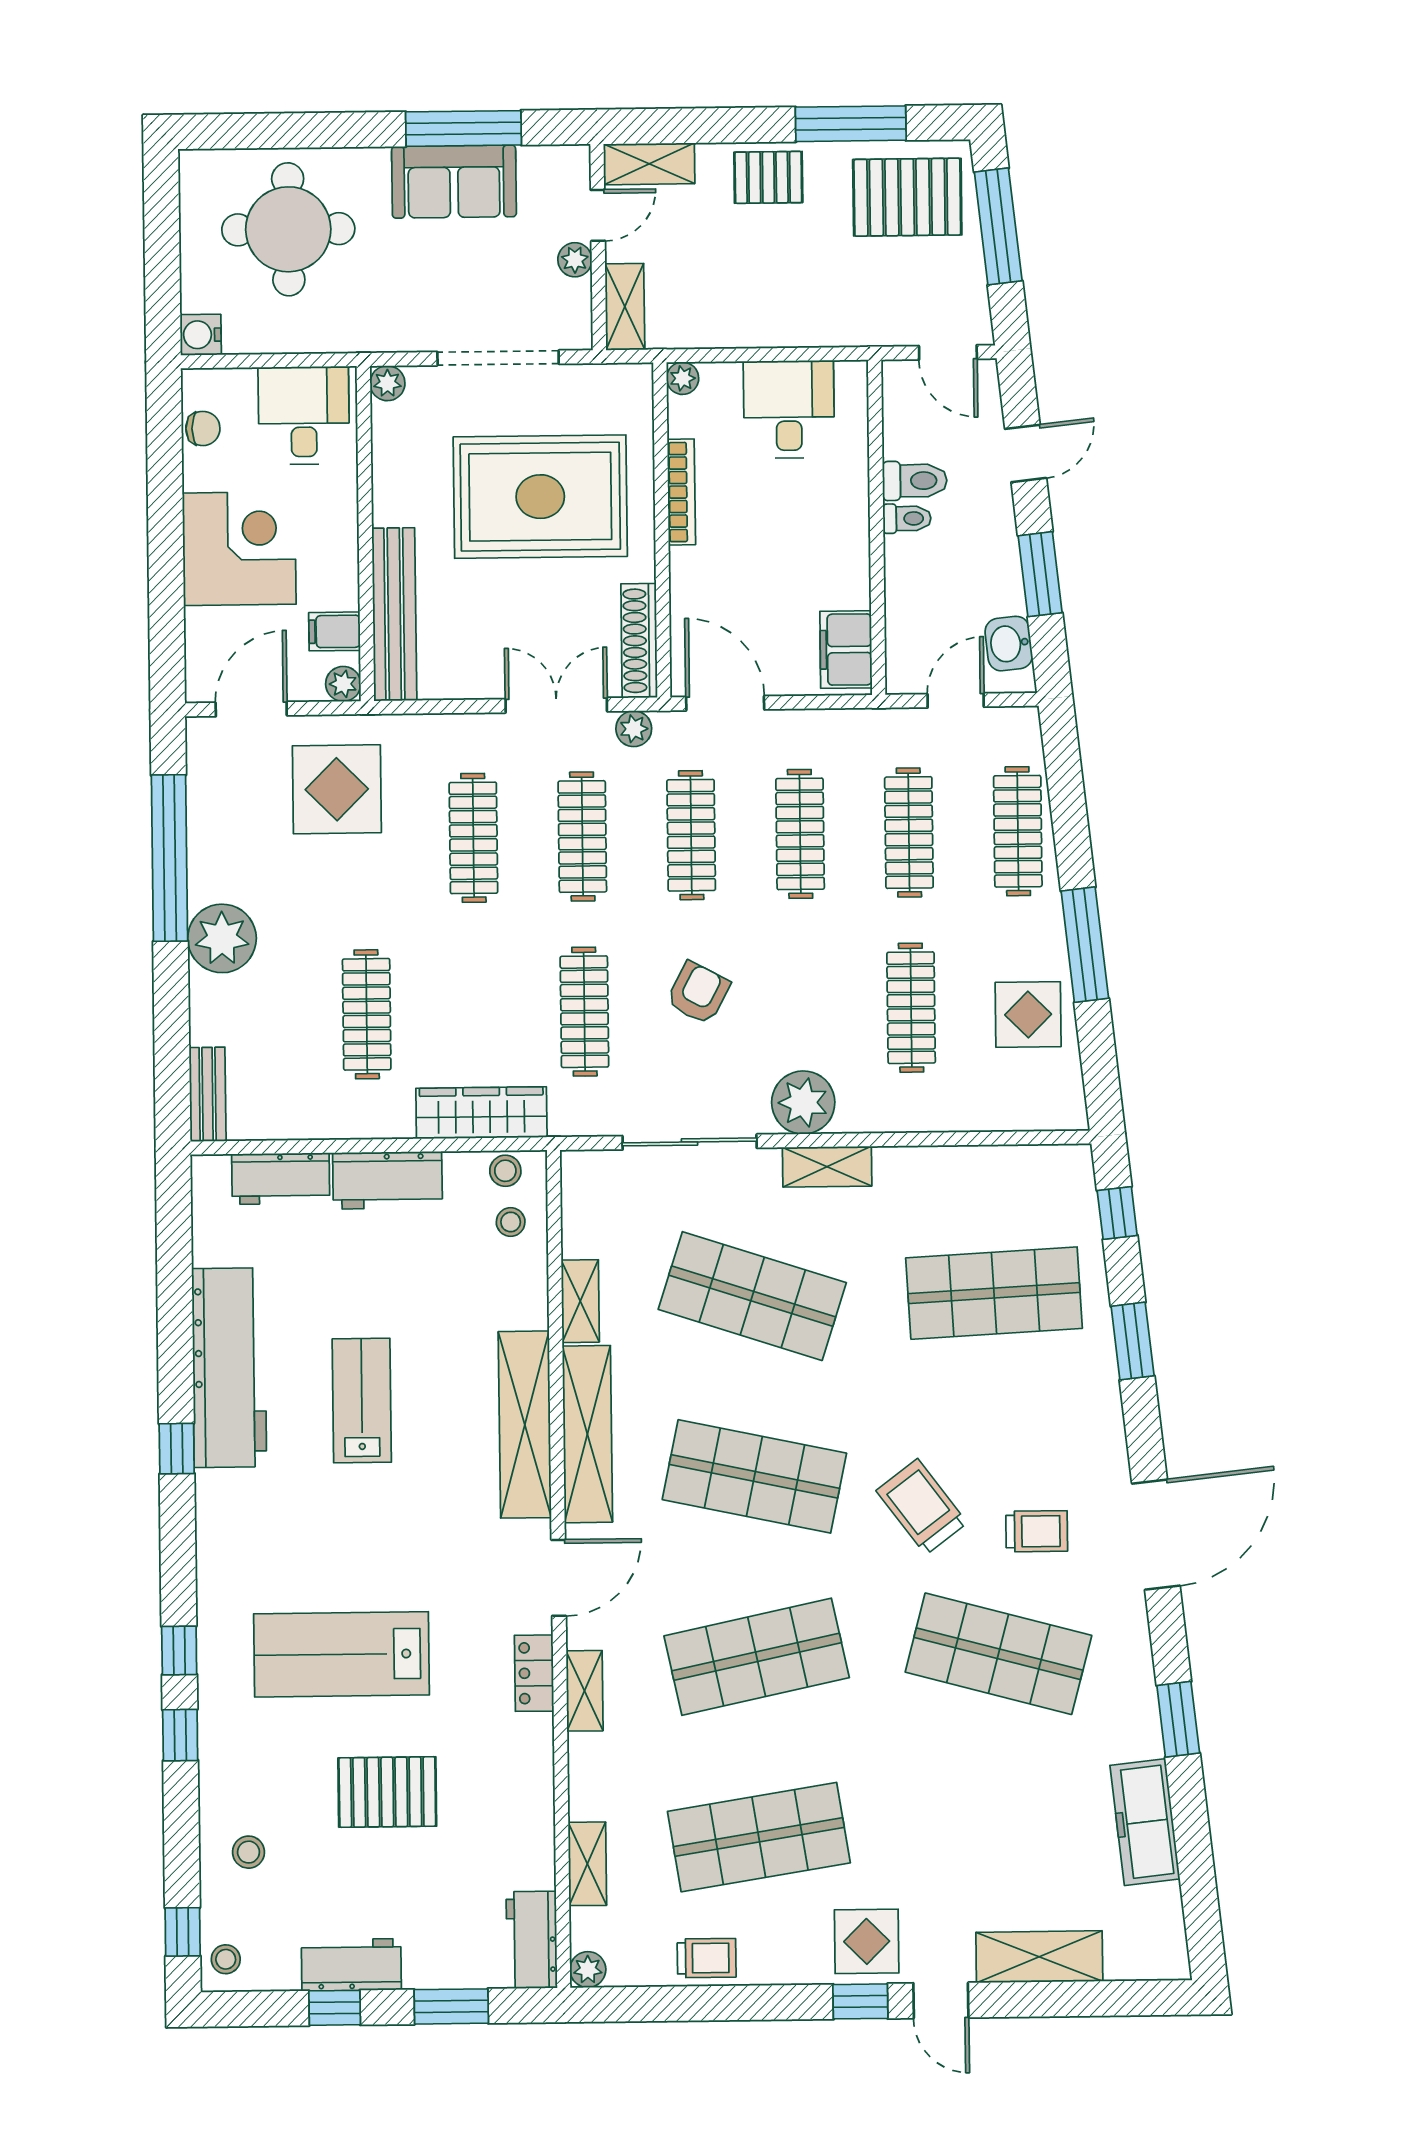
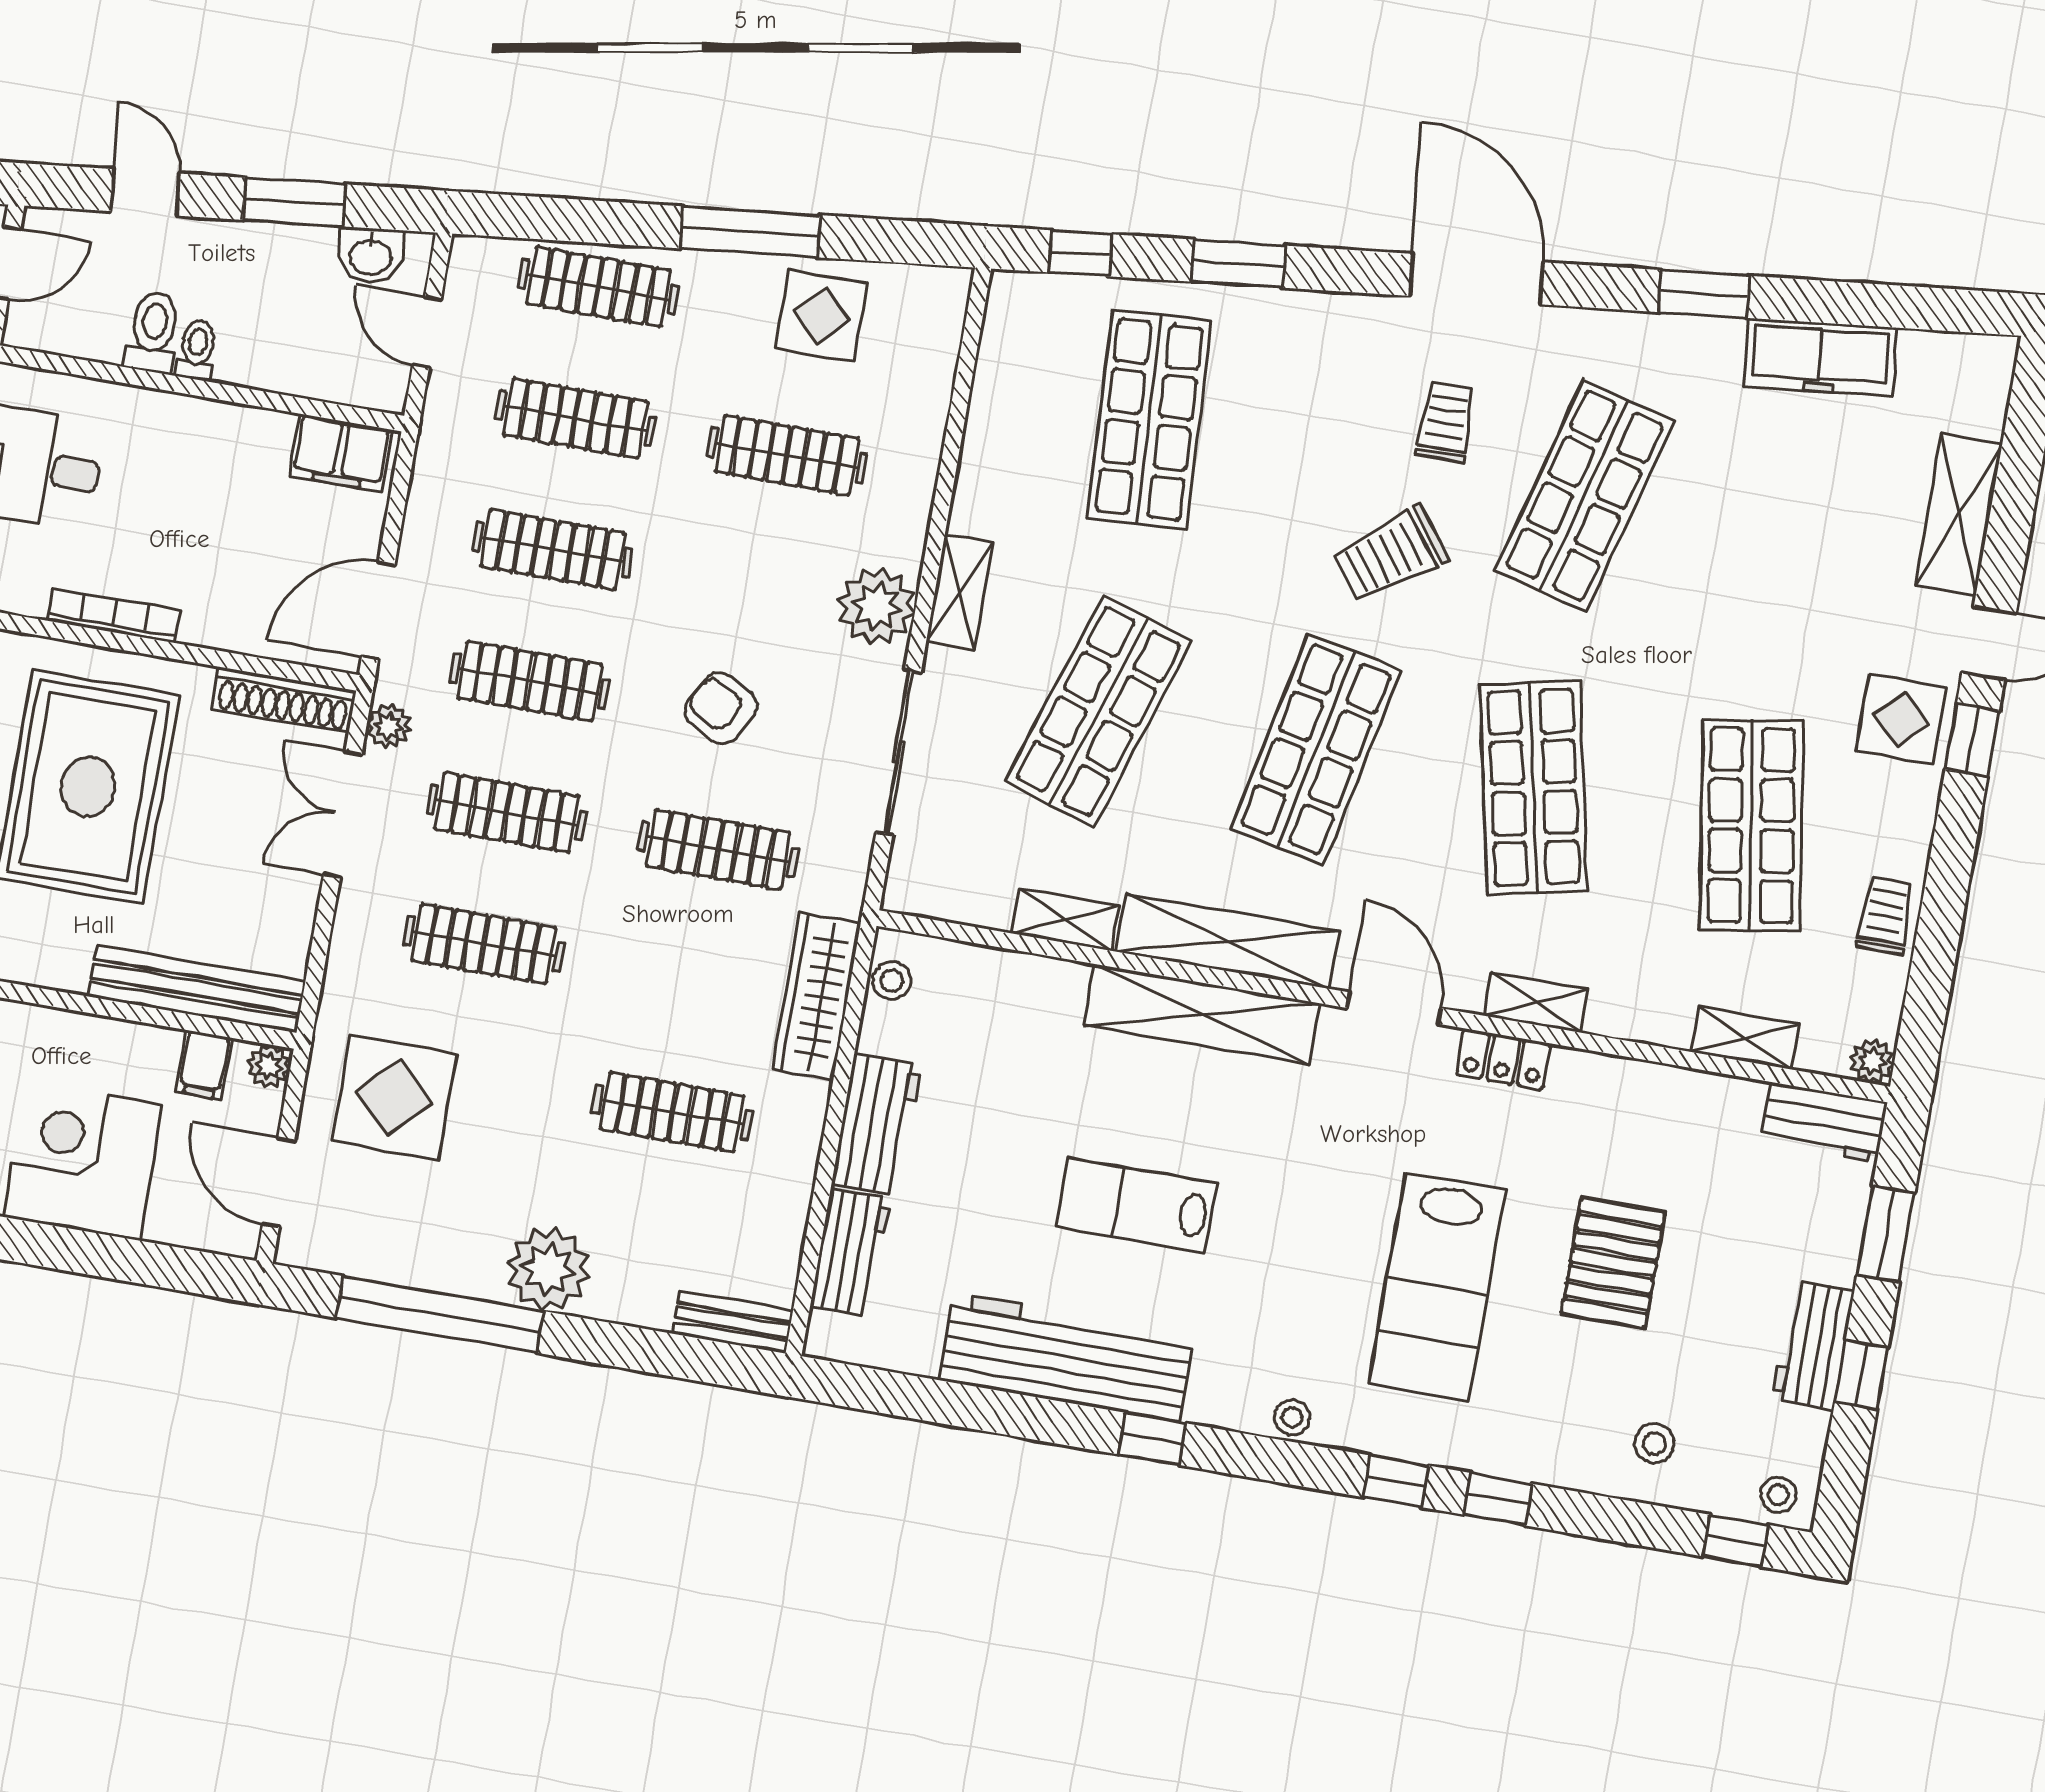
stool: (511, 1222) -> (1292, 1417), moved

